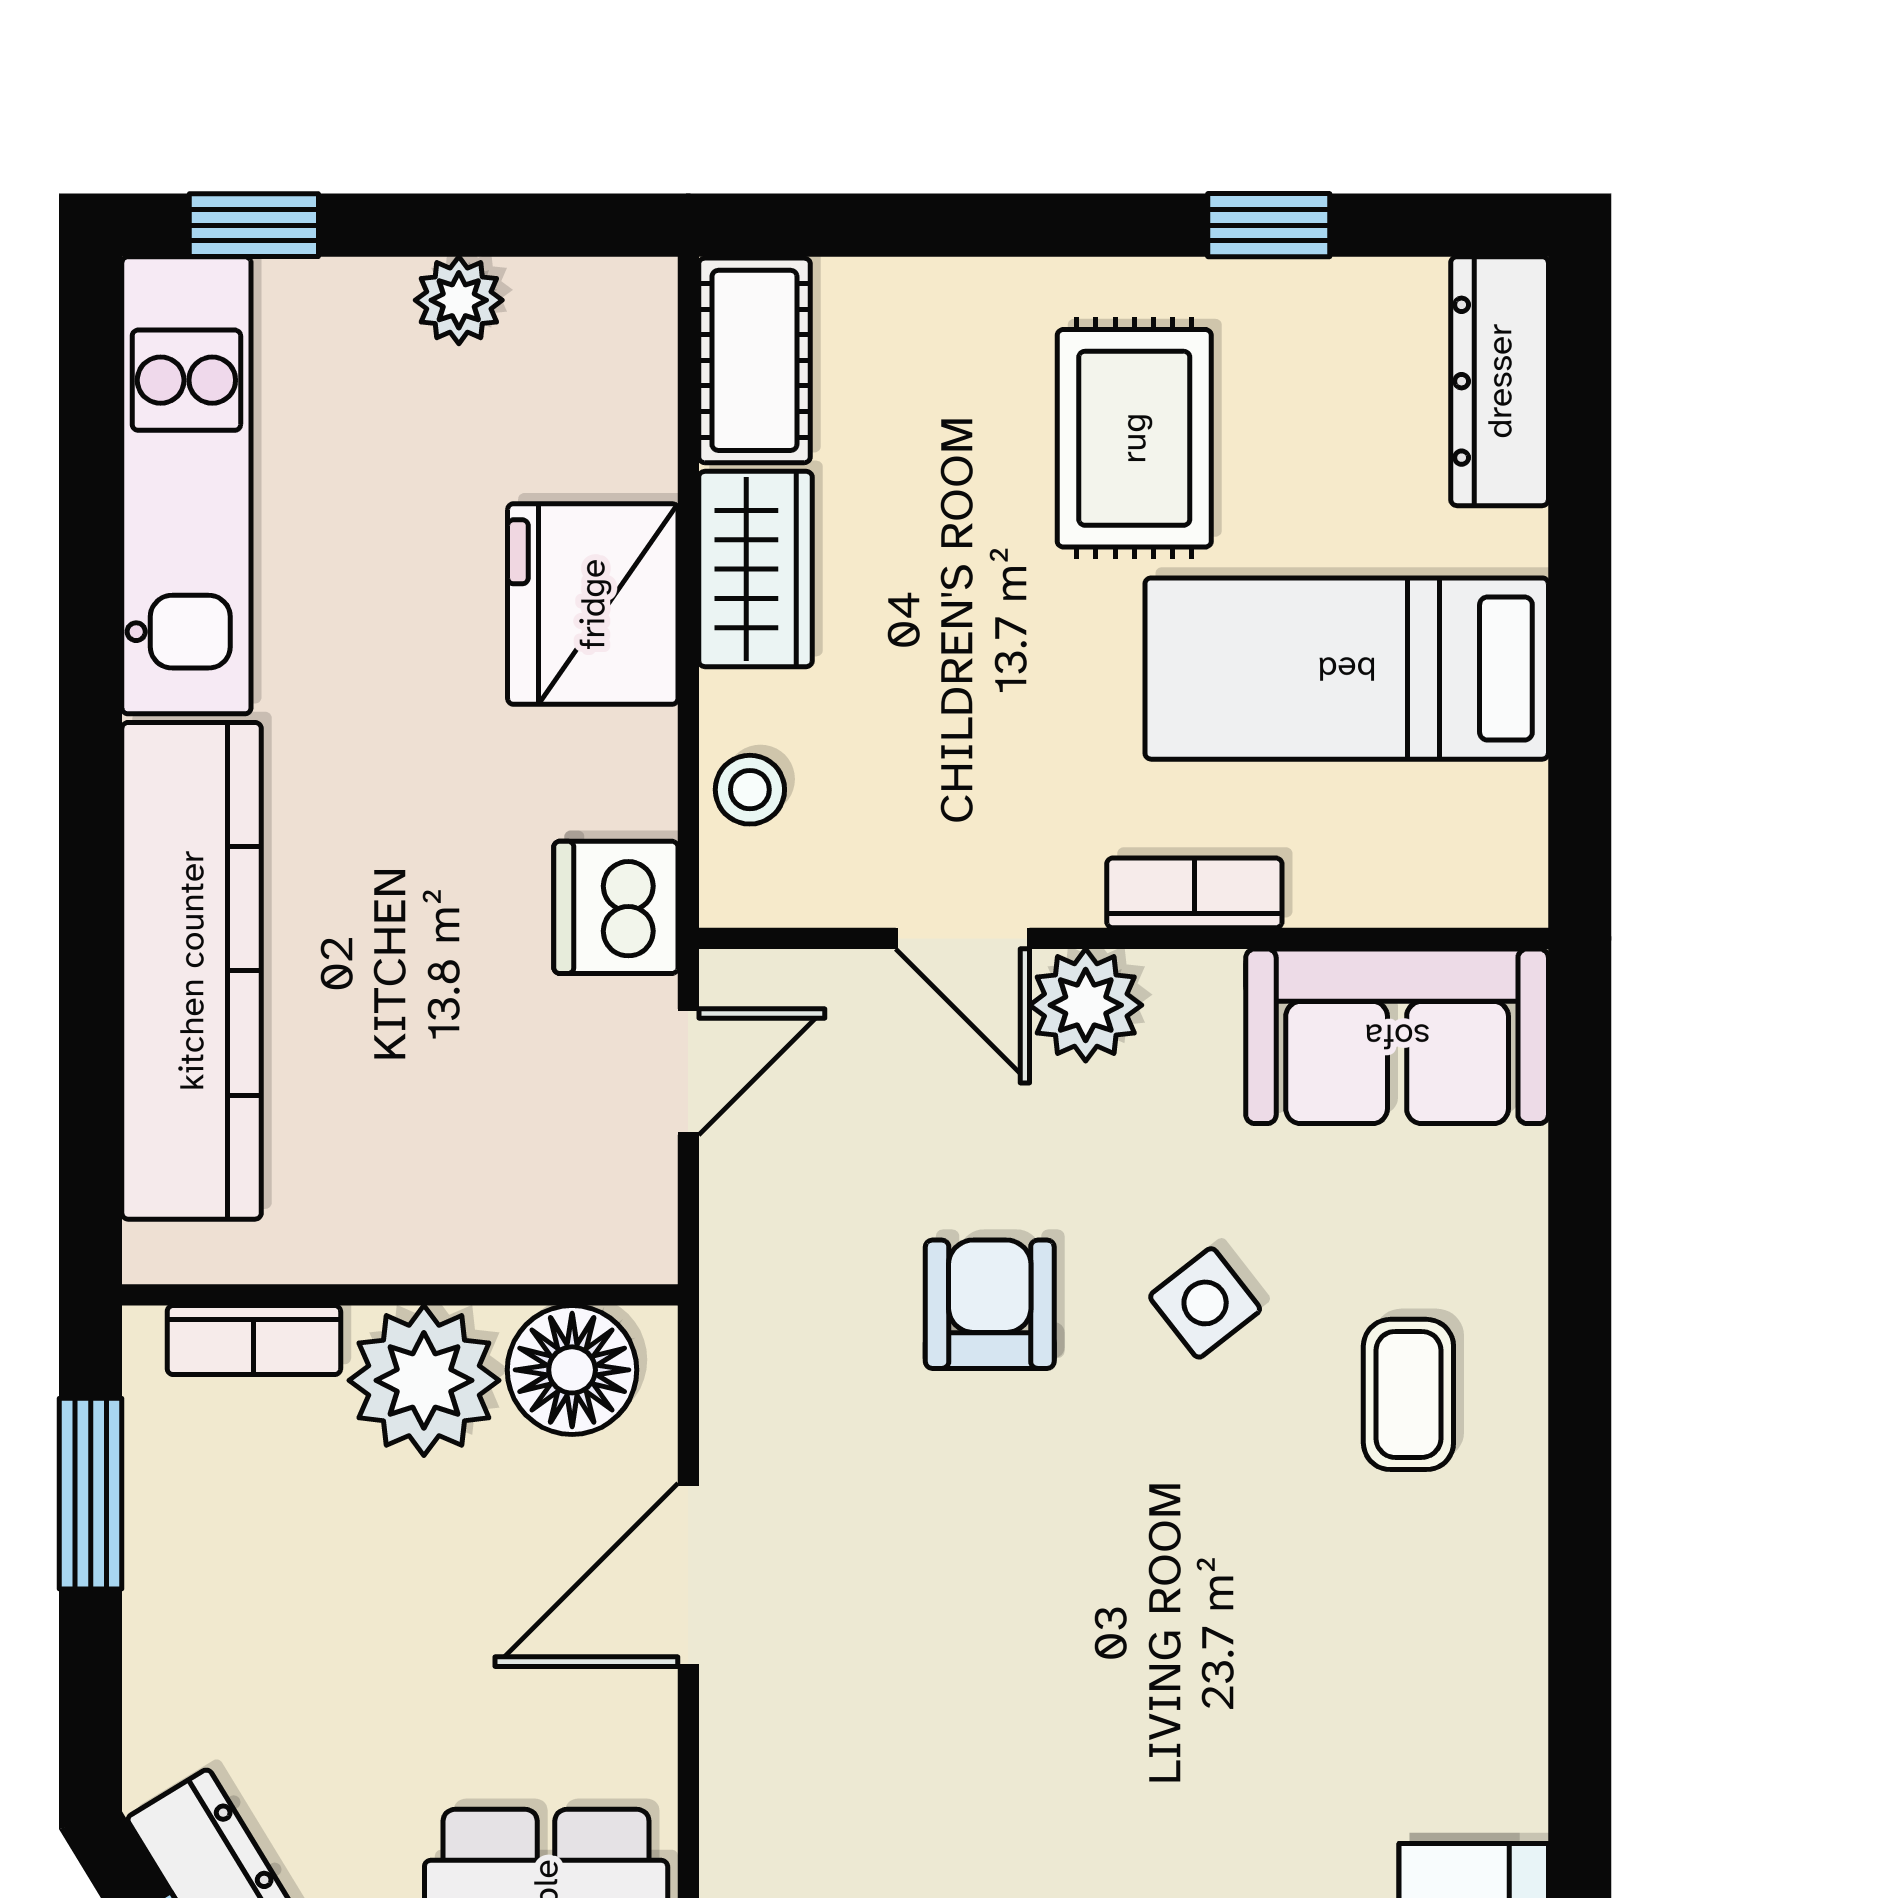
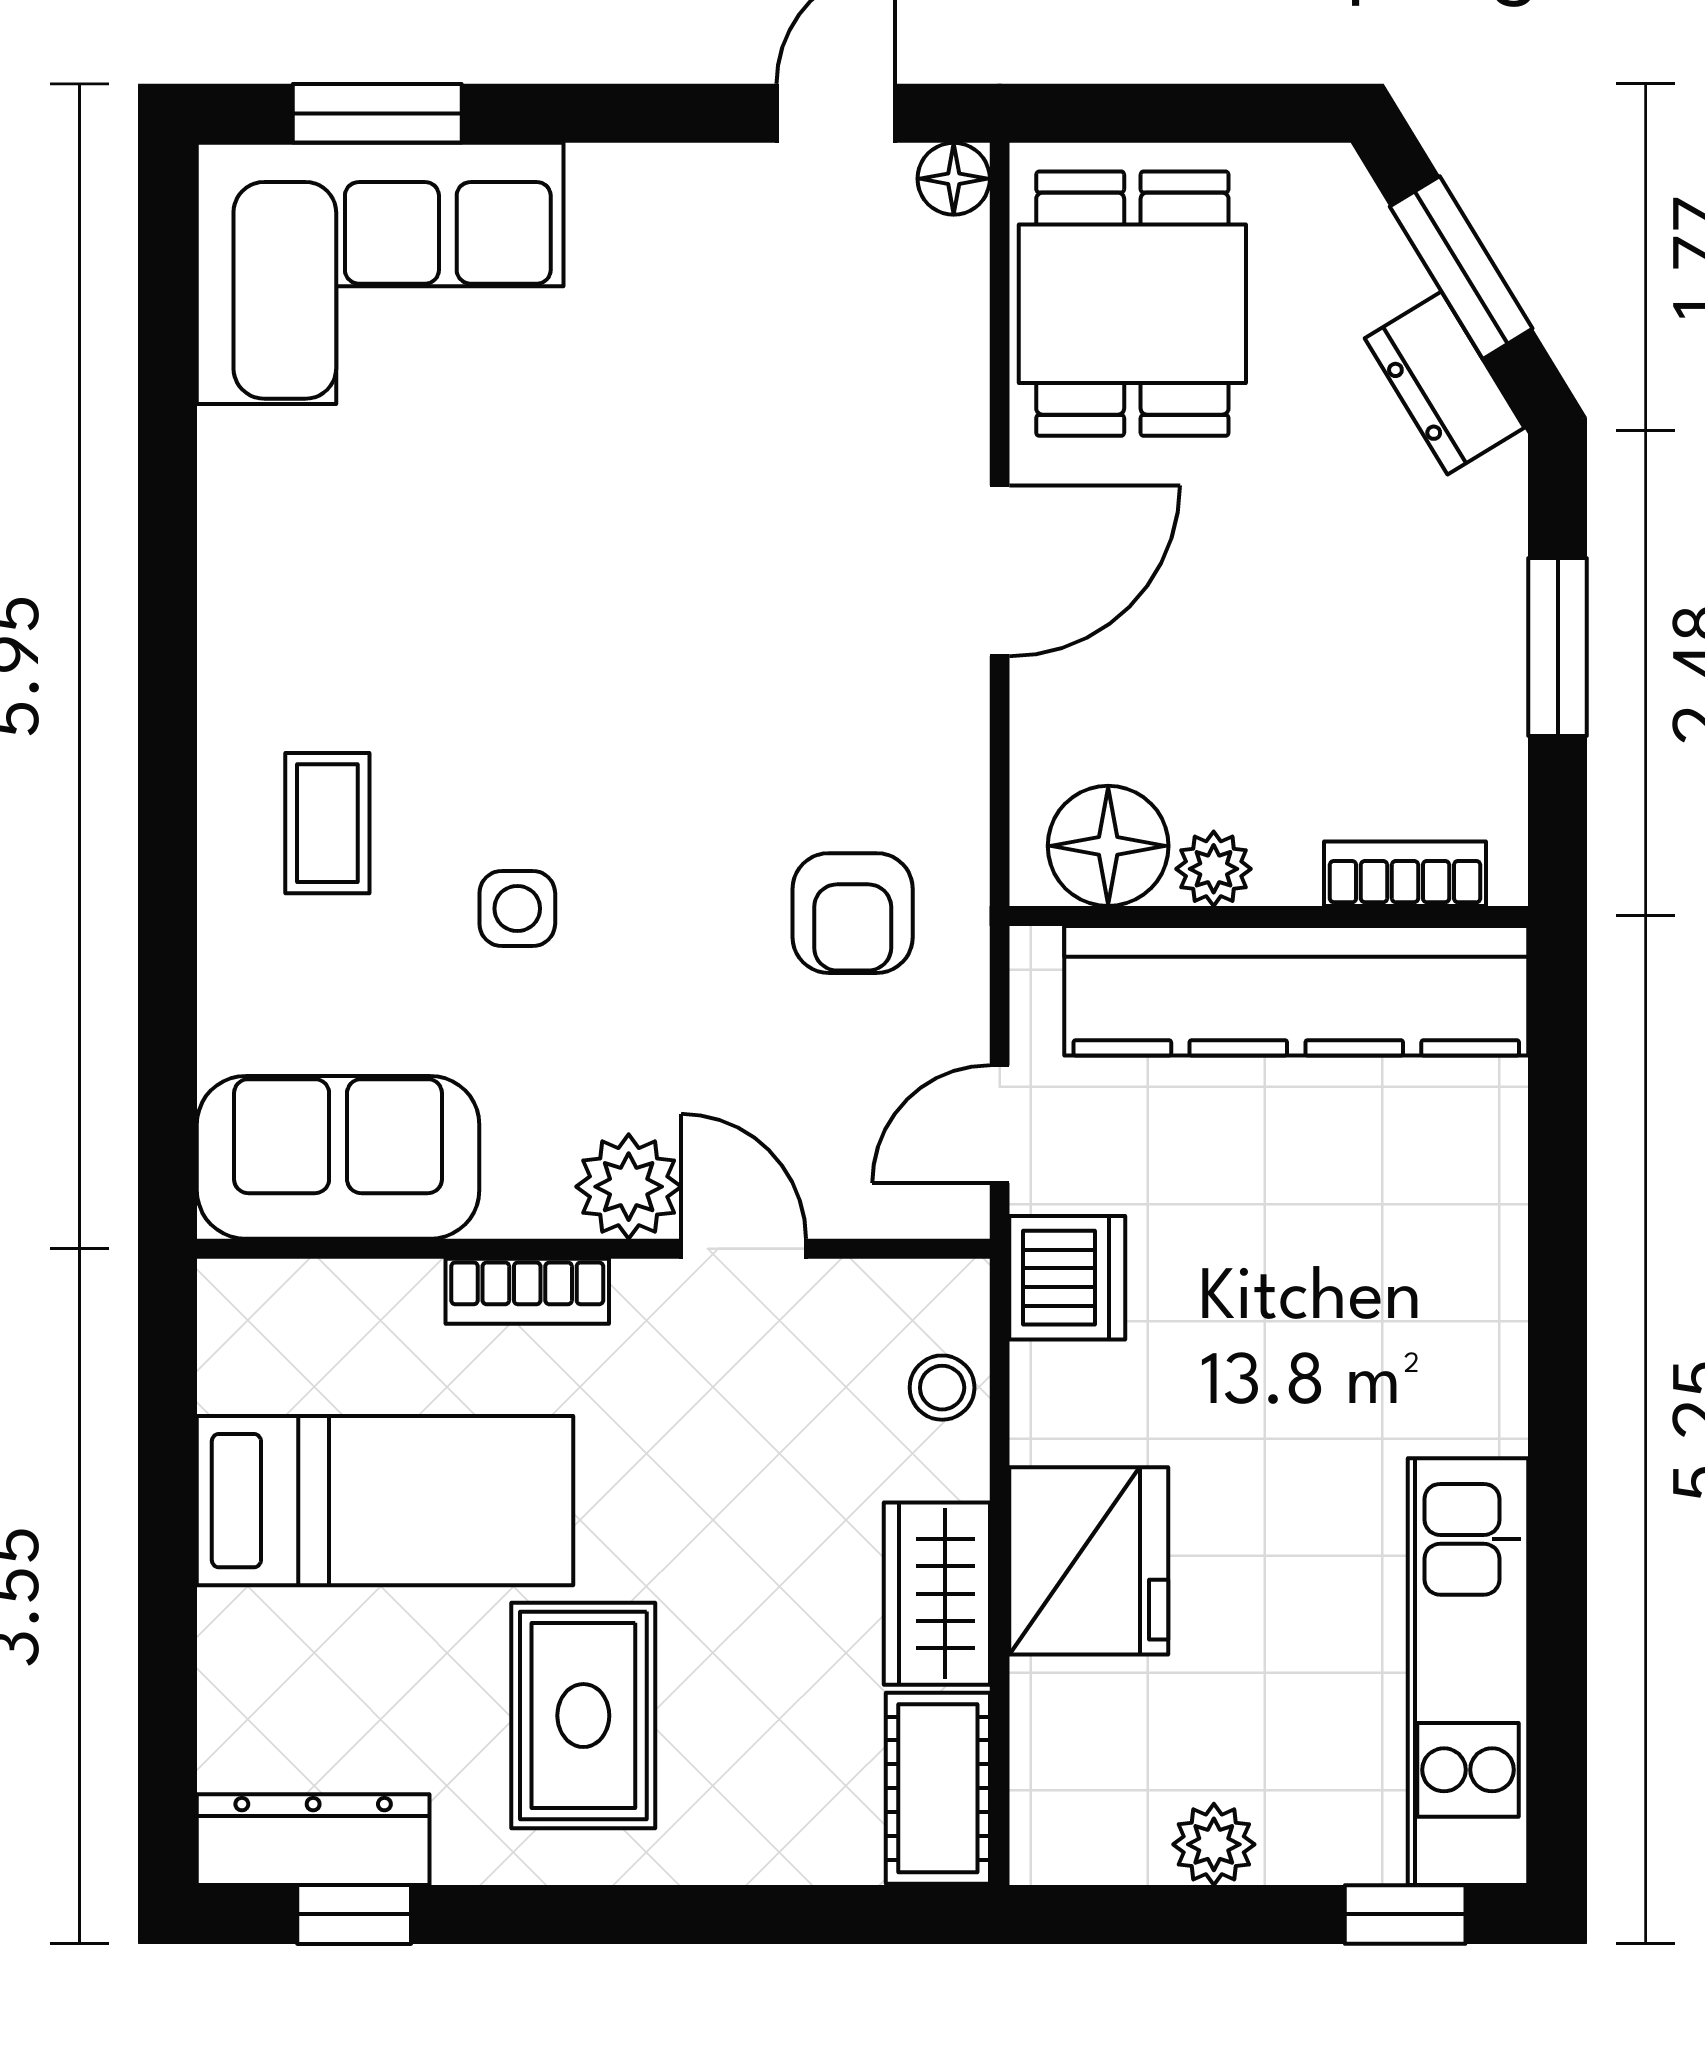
window: (1269, 225) -> (354, 1914), moved
dresser: (1500, 381) -> (313, 1840), moved, turned -90
kitchen counter: (192, 971) -> (1296, 991), moved, turned -90
side table: (1205, 1303) -> (517, 909), turned 38
armchair: (990, 1304) -> (853, 913), moved
plant: (424, 1380) -> (1214, 869), width x0.53, depth x0.53
window: (91, 1494) -> (1558, 647), moved
door: (688, 1575) -> (1000, 571), moved

